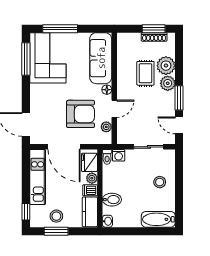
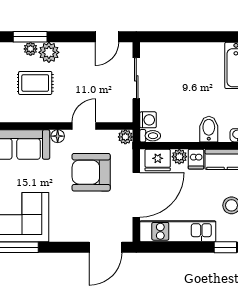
plant: (166, 66) -> (31, 49), width x0.53, depth x0.53
window: (179, 98) -> (30, 37), moved
door: (114, 109) -> (84, 126), hinge flipped
armchair: (81, 114) -> (91, 172), turned -90
plant: (106, 127) -> (125, 137), moved
stool: (160, 182) -> (185, 63), removed

